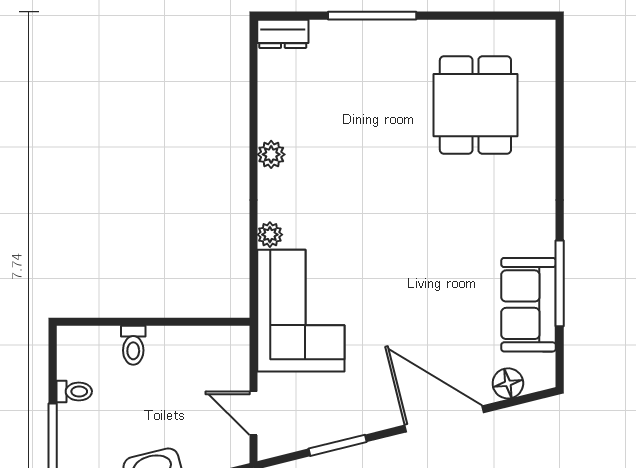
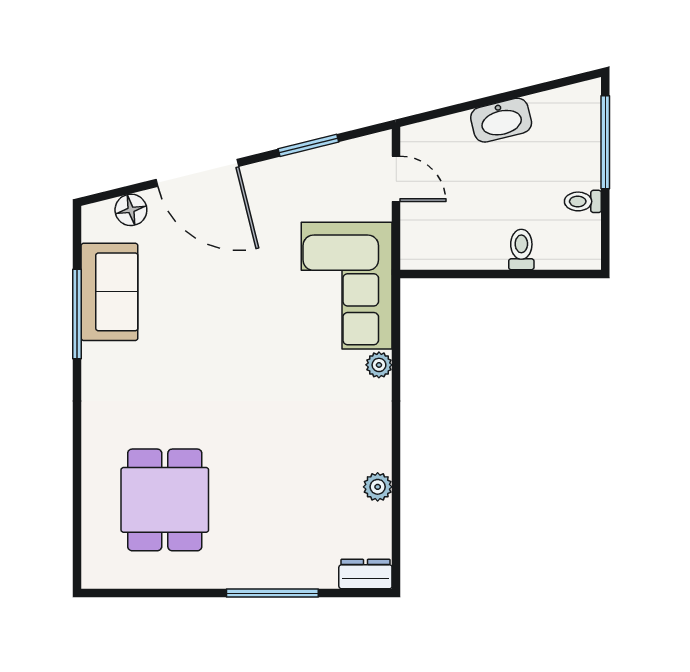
plant: (271, 154) -> (378, 487), moved

